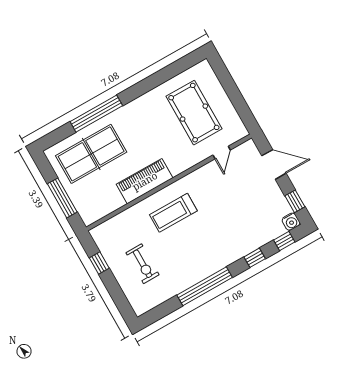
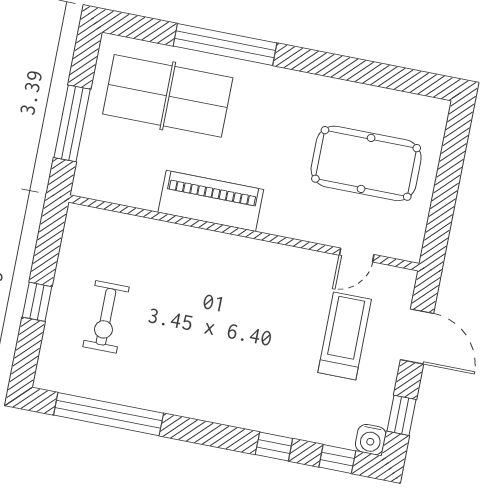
pool table: (194, 113) -> (366, 163), turned 90
treadmill: (173, 213) -> (345, 336), moved, turned 90
window: (99, 263) -> (37, 302), moved
window: (205, 286) -> (109, 414), moved

